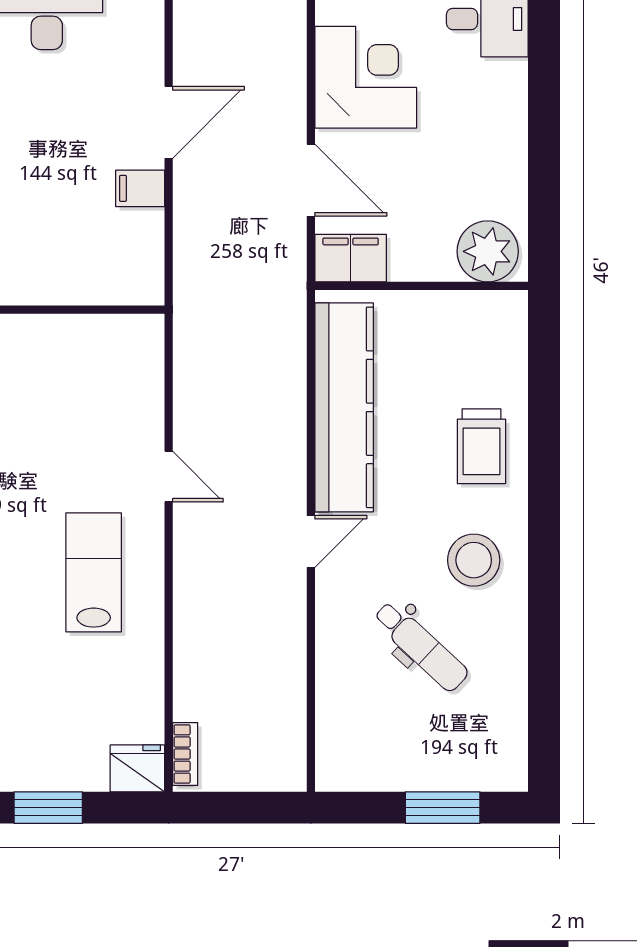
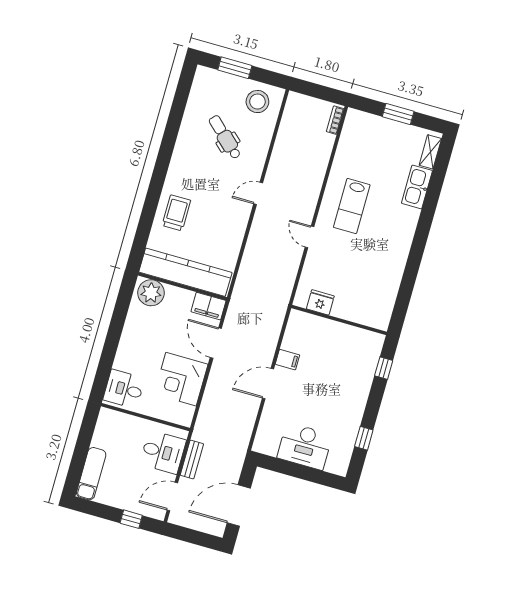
kitchen counter: (344, 407) -> (185, 272), moved, turned 90
stool: (474, 560) -> (257, 102), moved
fridge: (137, 768) -> (320, 302), moved, turned 180

